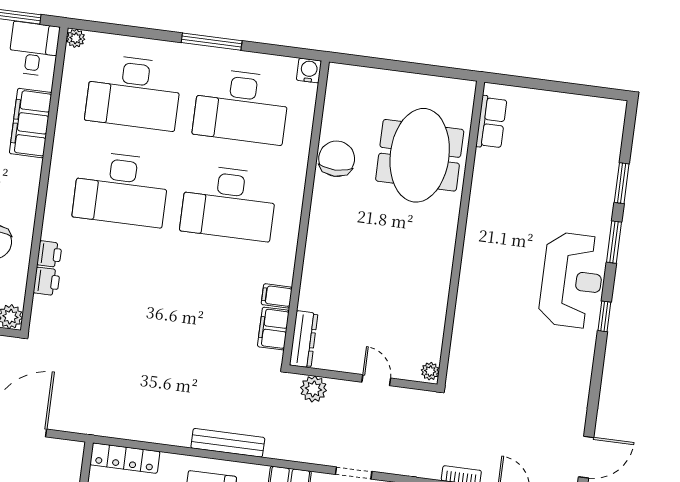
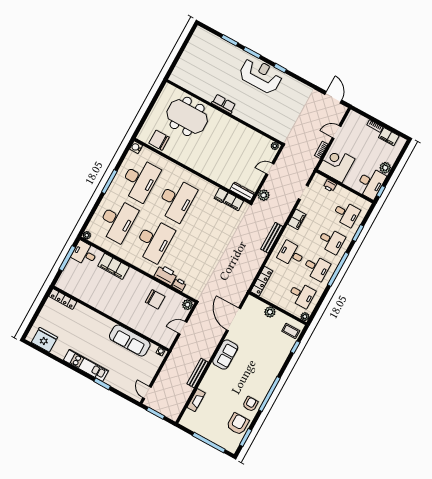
row of seats: (491, 122) -> (224, 104), moved
chair: (337, 159) -> (159, 140), moved
printer: (49, 254) -> (166, 275), width x1.87, depth x1.48

